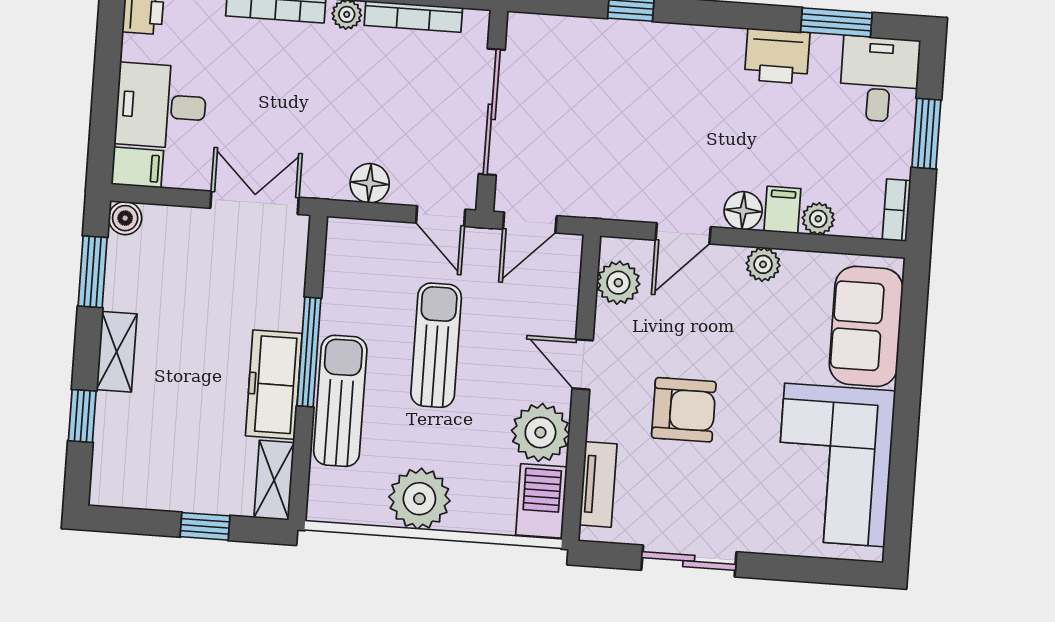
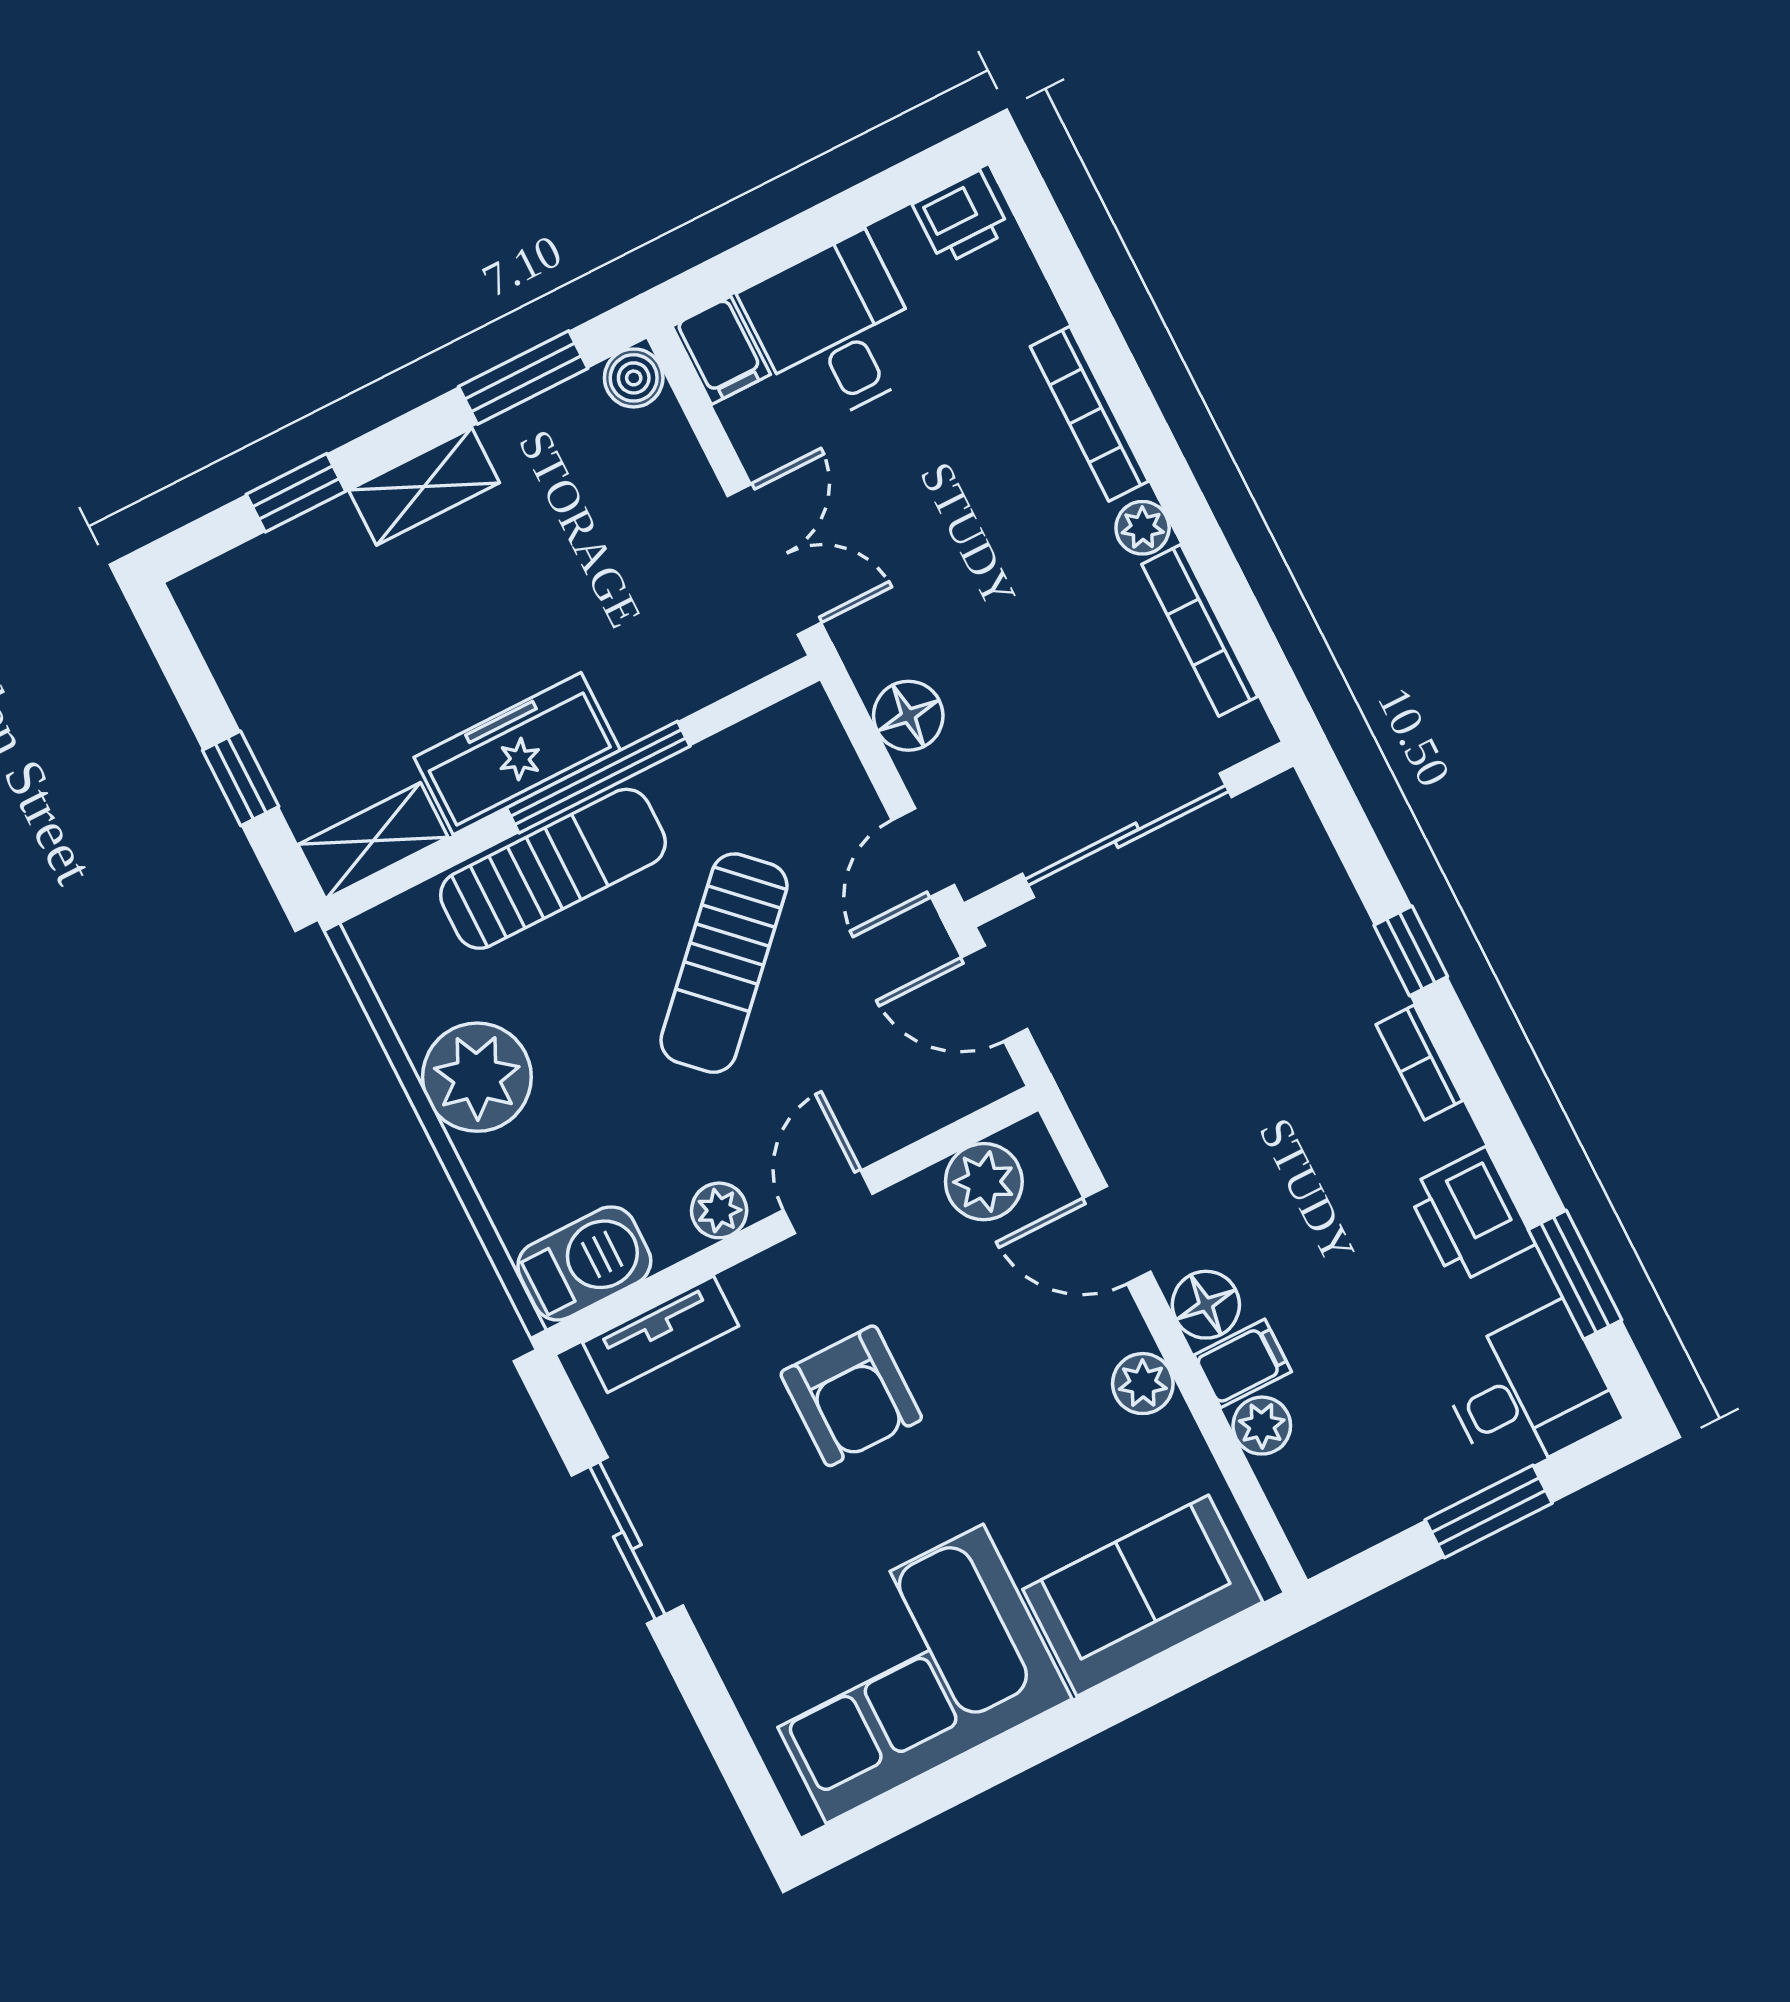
bookcase: (897, 210) -> (1419, 1063), moved, turned -90
sun lounger: (436, 345) -> (724, 963), turned 134
plant: (540, 432) -> (719, 1210), width x0.53, depth x0.53

